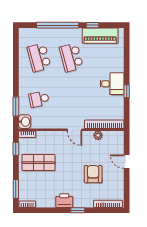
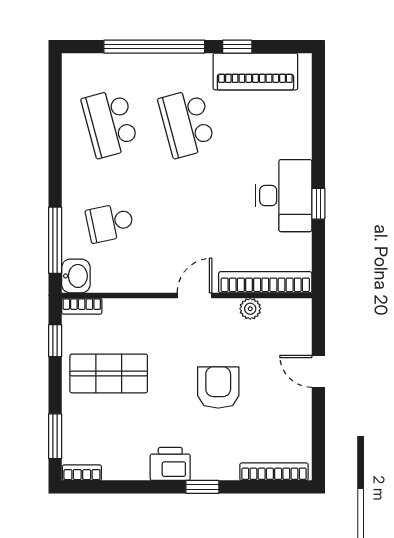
desk: (112, 84) -> (283, 196), width x1.37
window: (16, 107) -> (55, 240), width x1.44
door: (74, 130) -> (194, 295), swing flipped
armchair: (93, 174) -> (218, 387), moved

